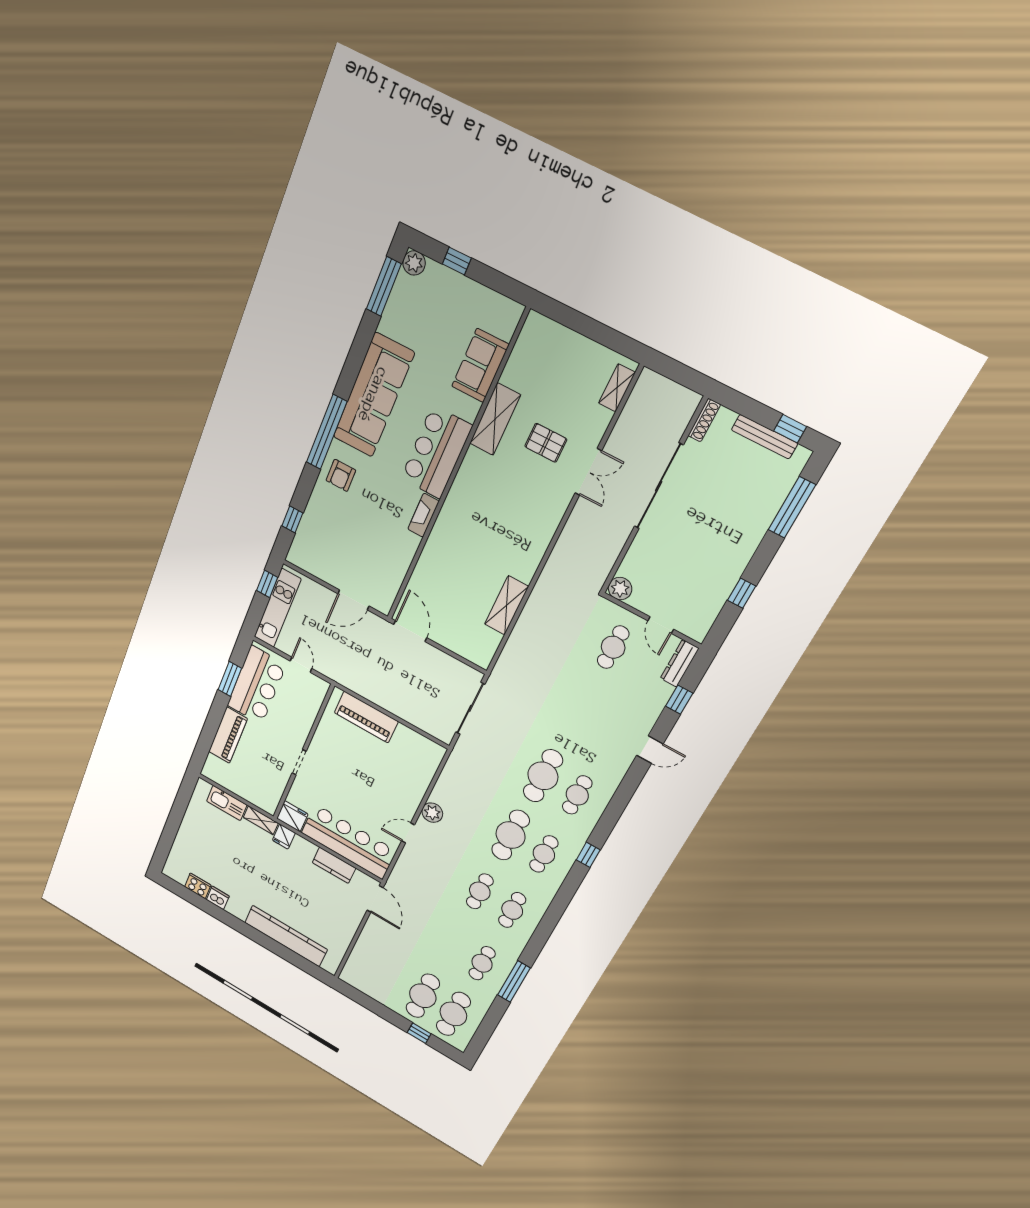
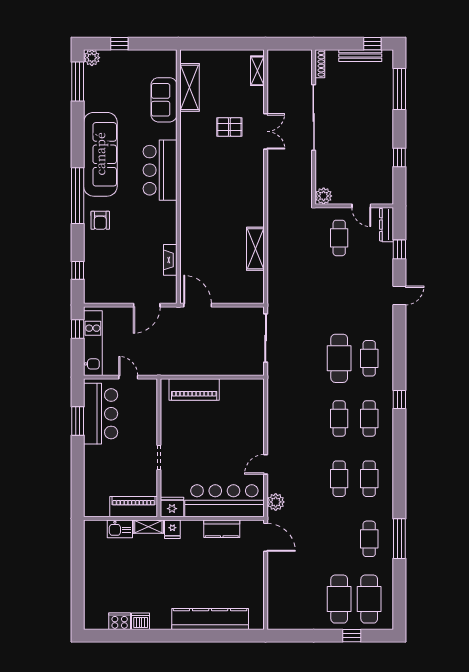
shelving: (495, 419) -> (189, 87), moved
fireplace: (423, 515) -> (170, 260), moved
piano: (228, 735) -> (134, 507), moved, turned -90
kitchen sink: (227, 803) -> (120, 529), width x0.73
plant: (432, 813) -> (276, 502), moved
cafe table: (511, 835) -> (339, 418), width x0.73, depth x0.74

